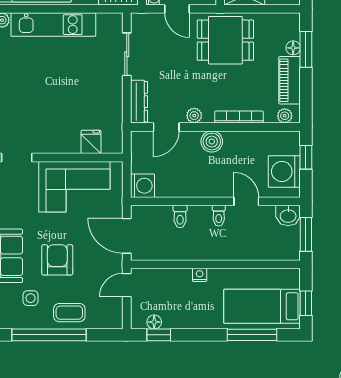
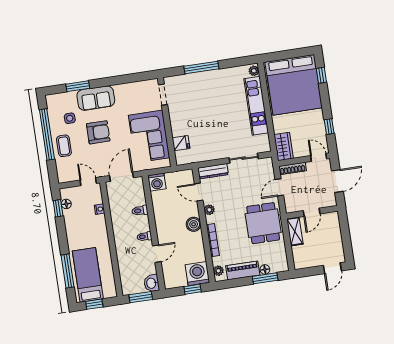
washing machine: (284, 171) -> (197, 274), moved
nightstand: (200, 275) -> (100, 209), moved

